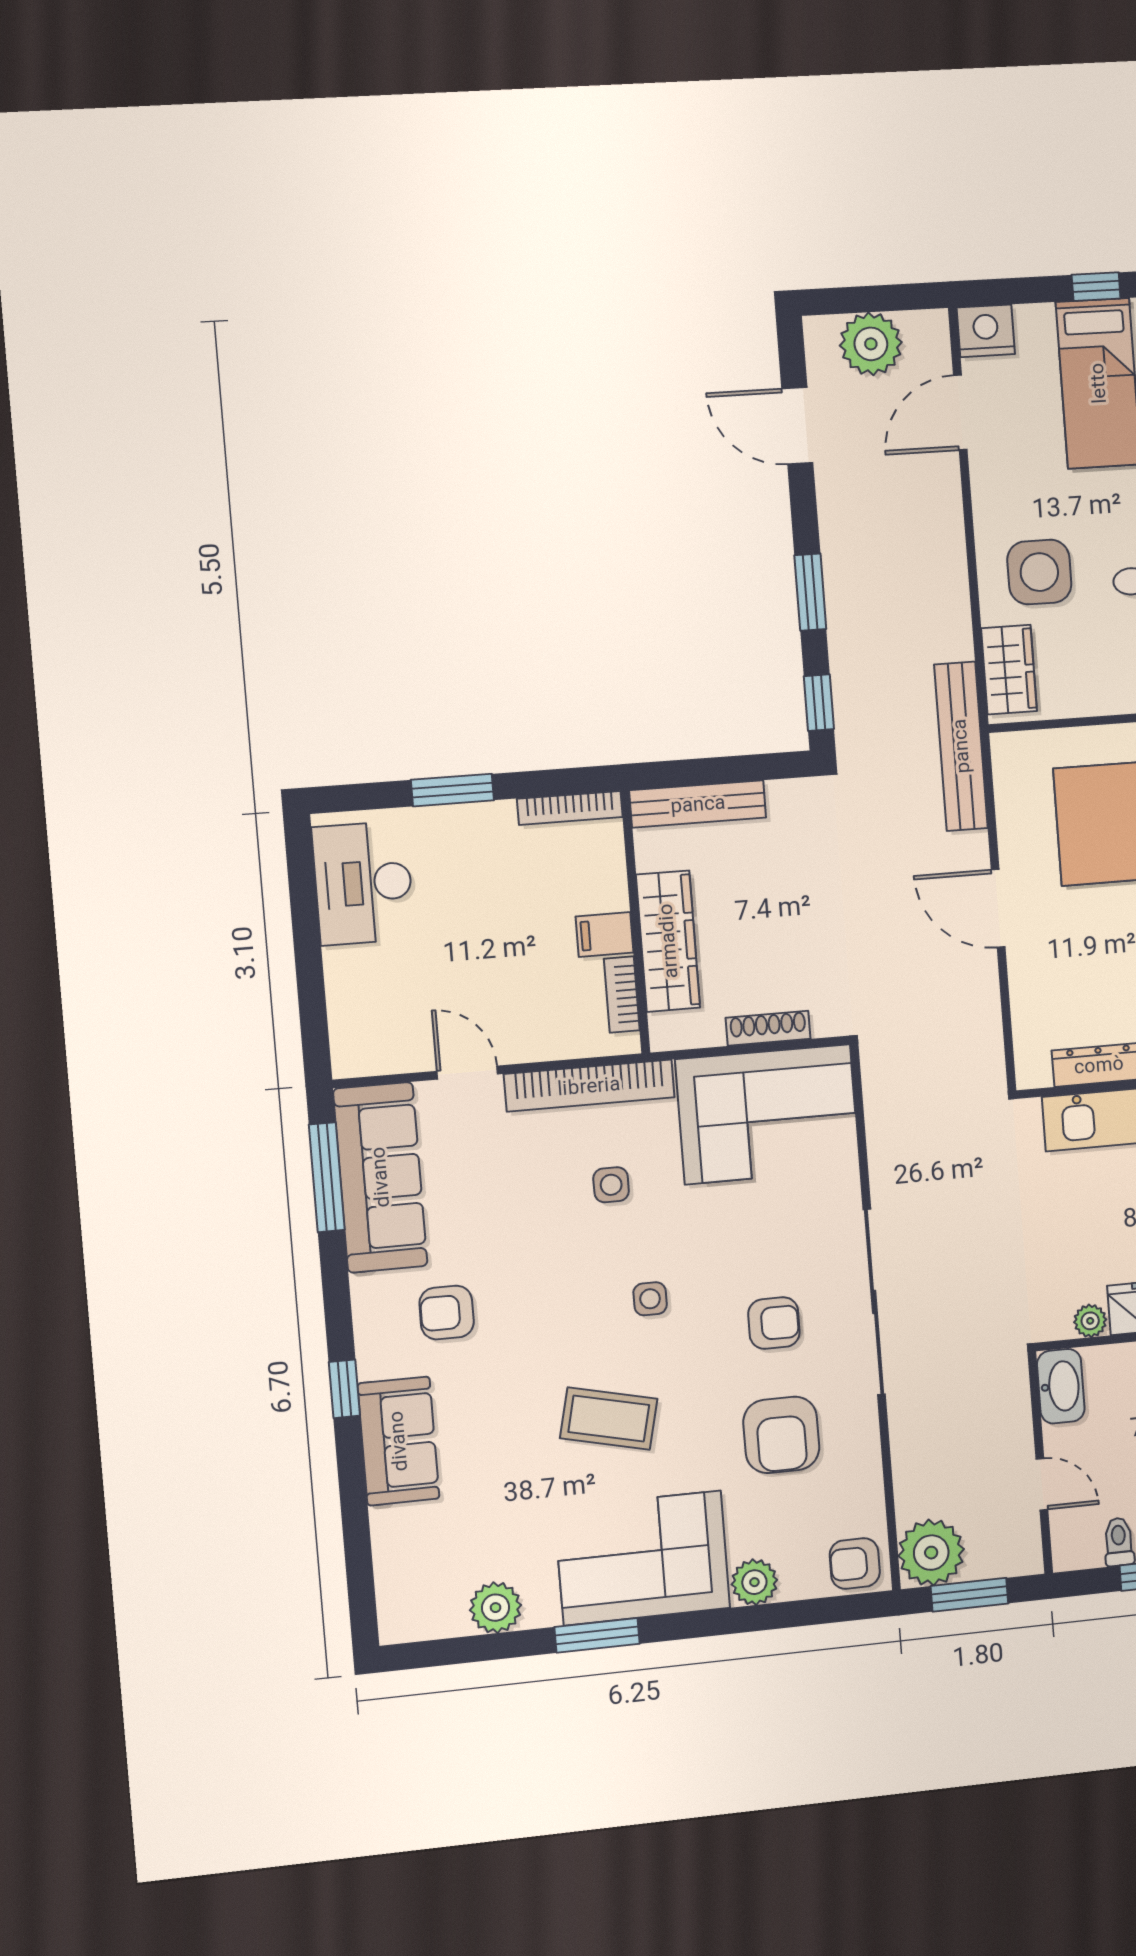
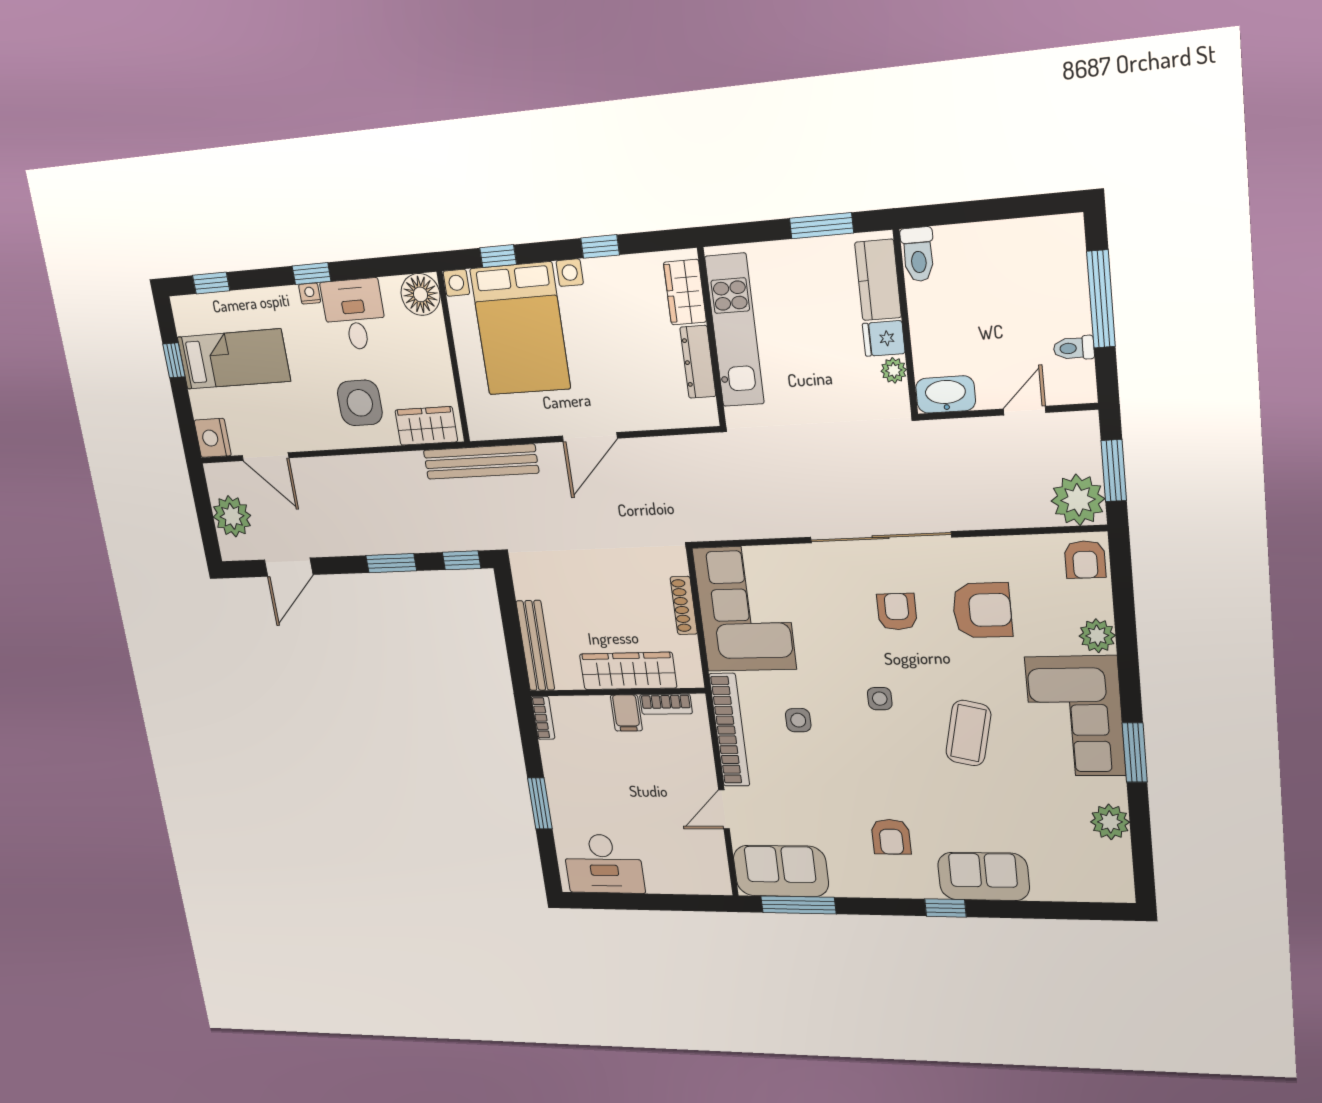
bookcase: (570, 808) -> (543, 718), width x0.64
sofa: (380, 1177) -> (781, 871), width x0.73

